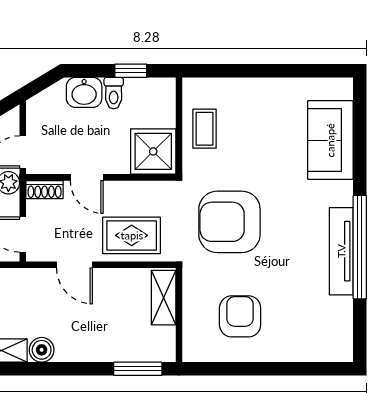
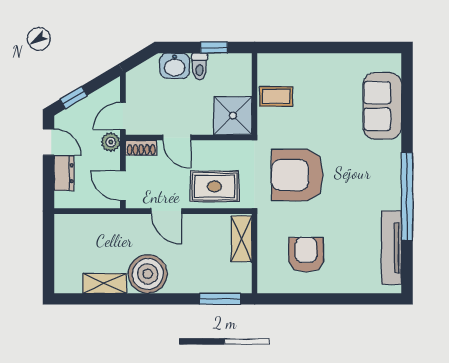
coffee table: (204, 129) -> (276, 96), turned 90
tv unit: (341, 251) -> (391, 248), moved
boiler: (42, 350) -> (148, 274), width x1.86, depth x1.86

